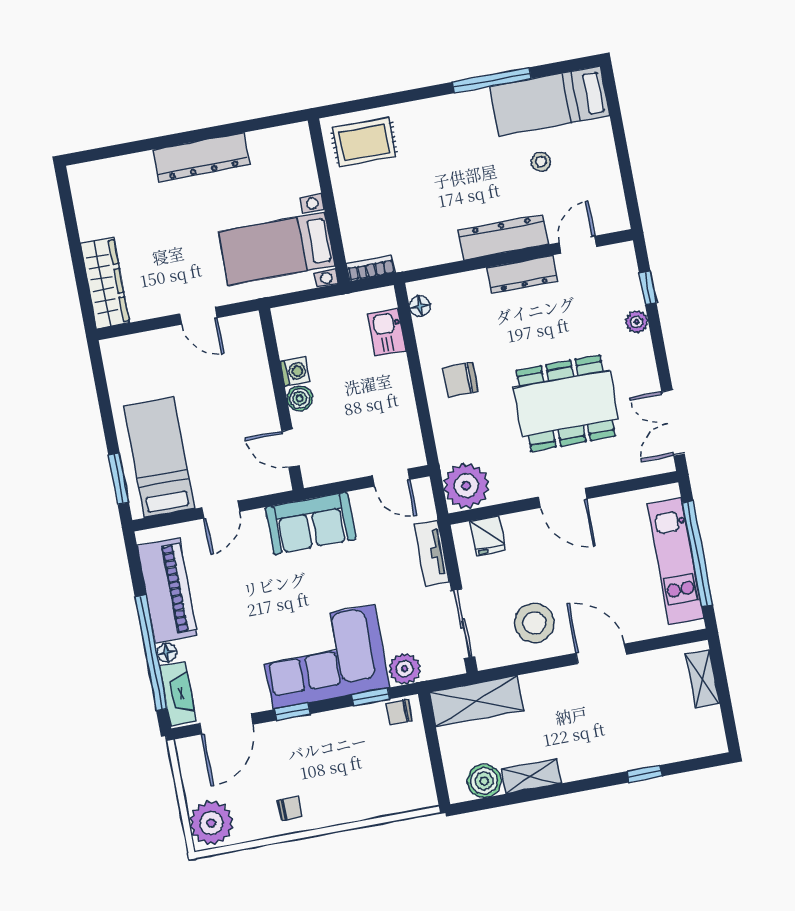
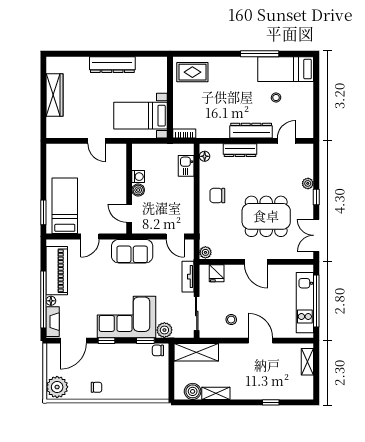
dresser: (522, 274) -> (240, 150), moved
wardrobe: (105, 283) -> (54, 95), moved
window: (648, 288) -> (316, 197), moved
plant: (466, 486) -> (205, 252), width x0.53, depth x0.53
stool: (534, 623) -> (231, 320), width x0.53, depth x0.53

